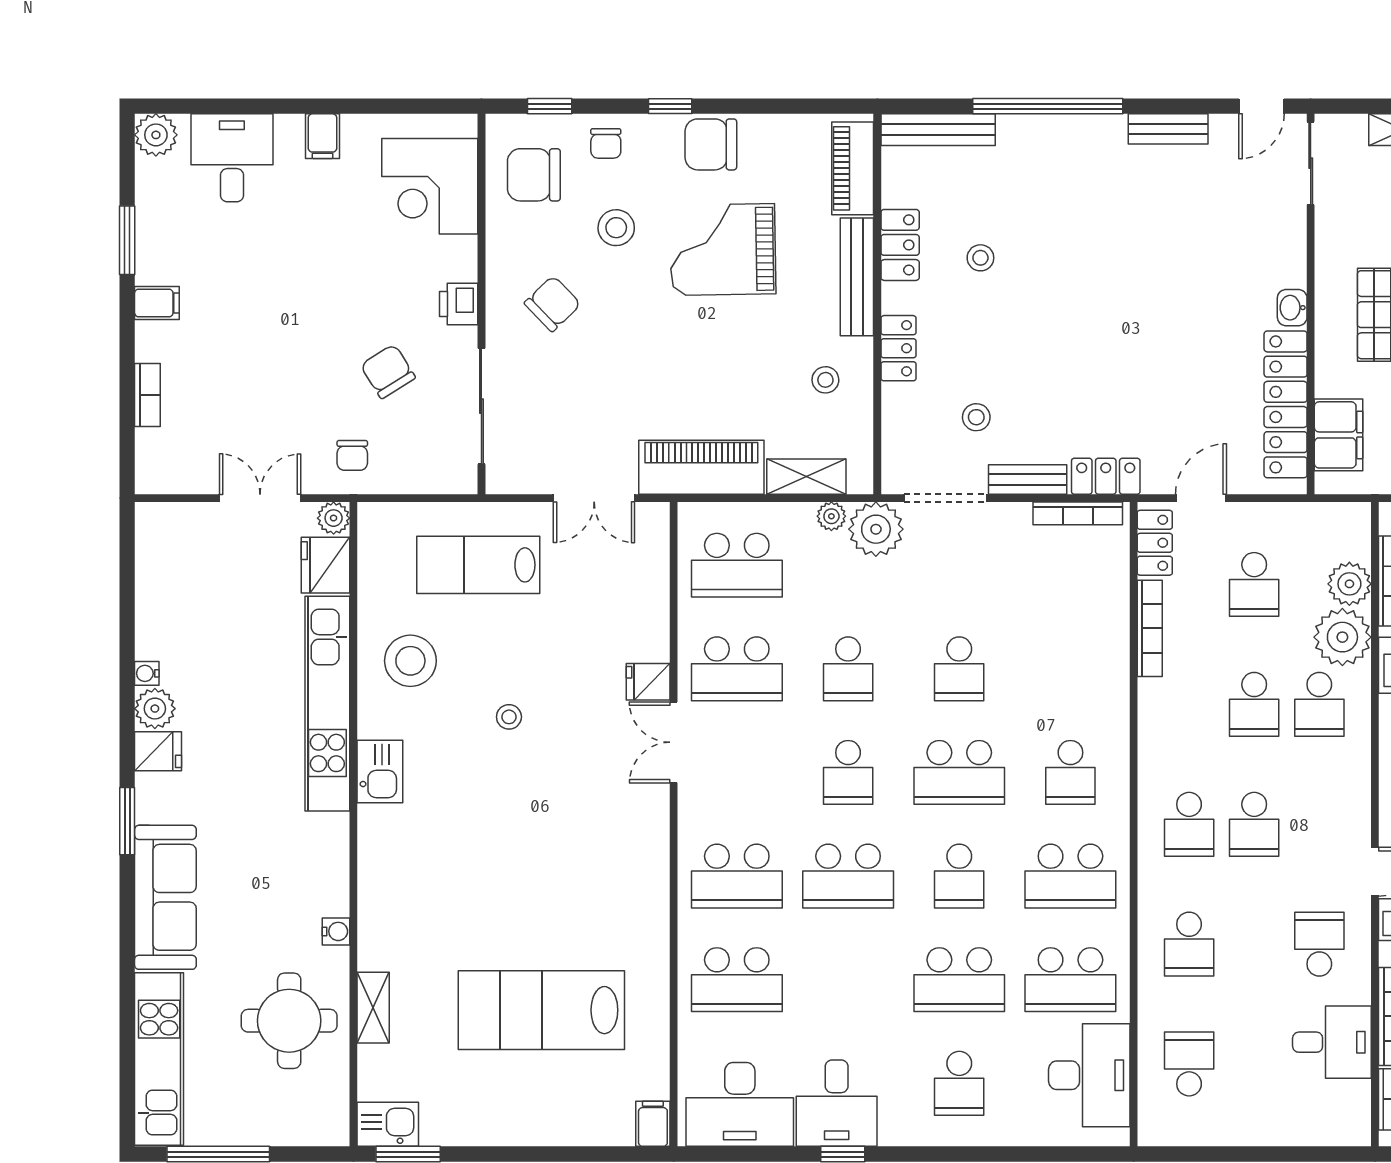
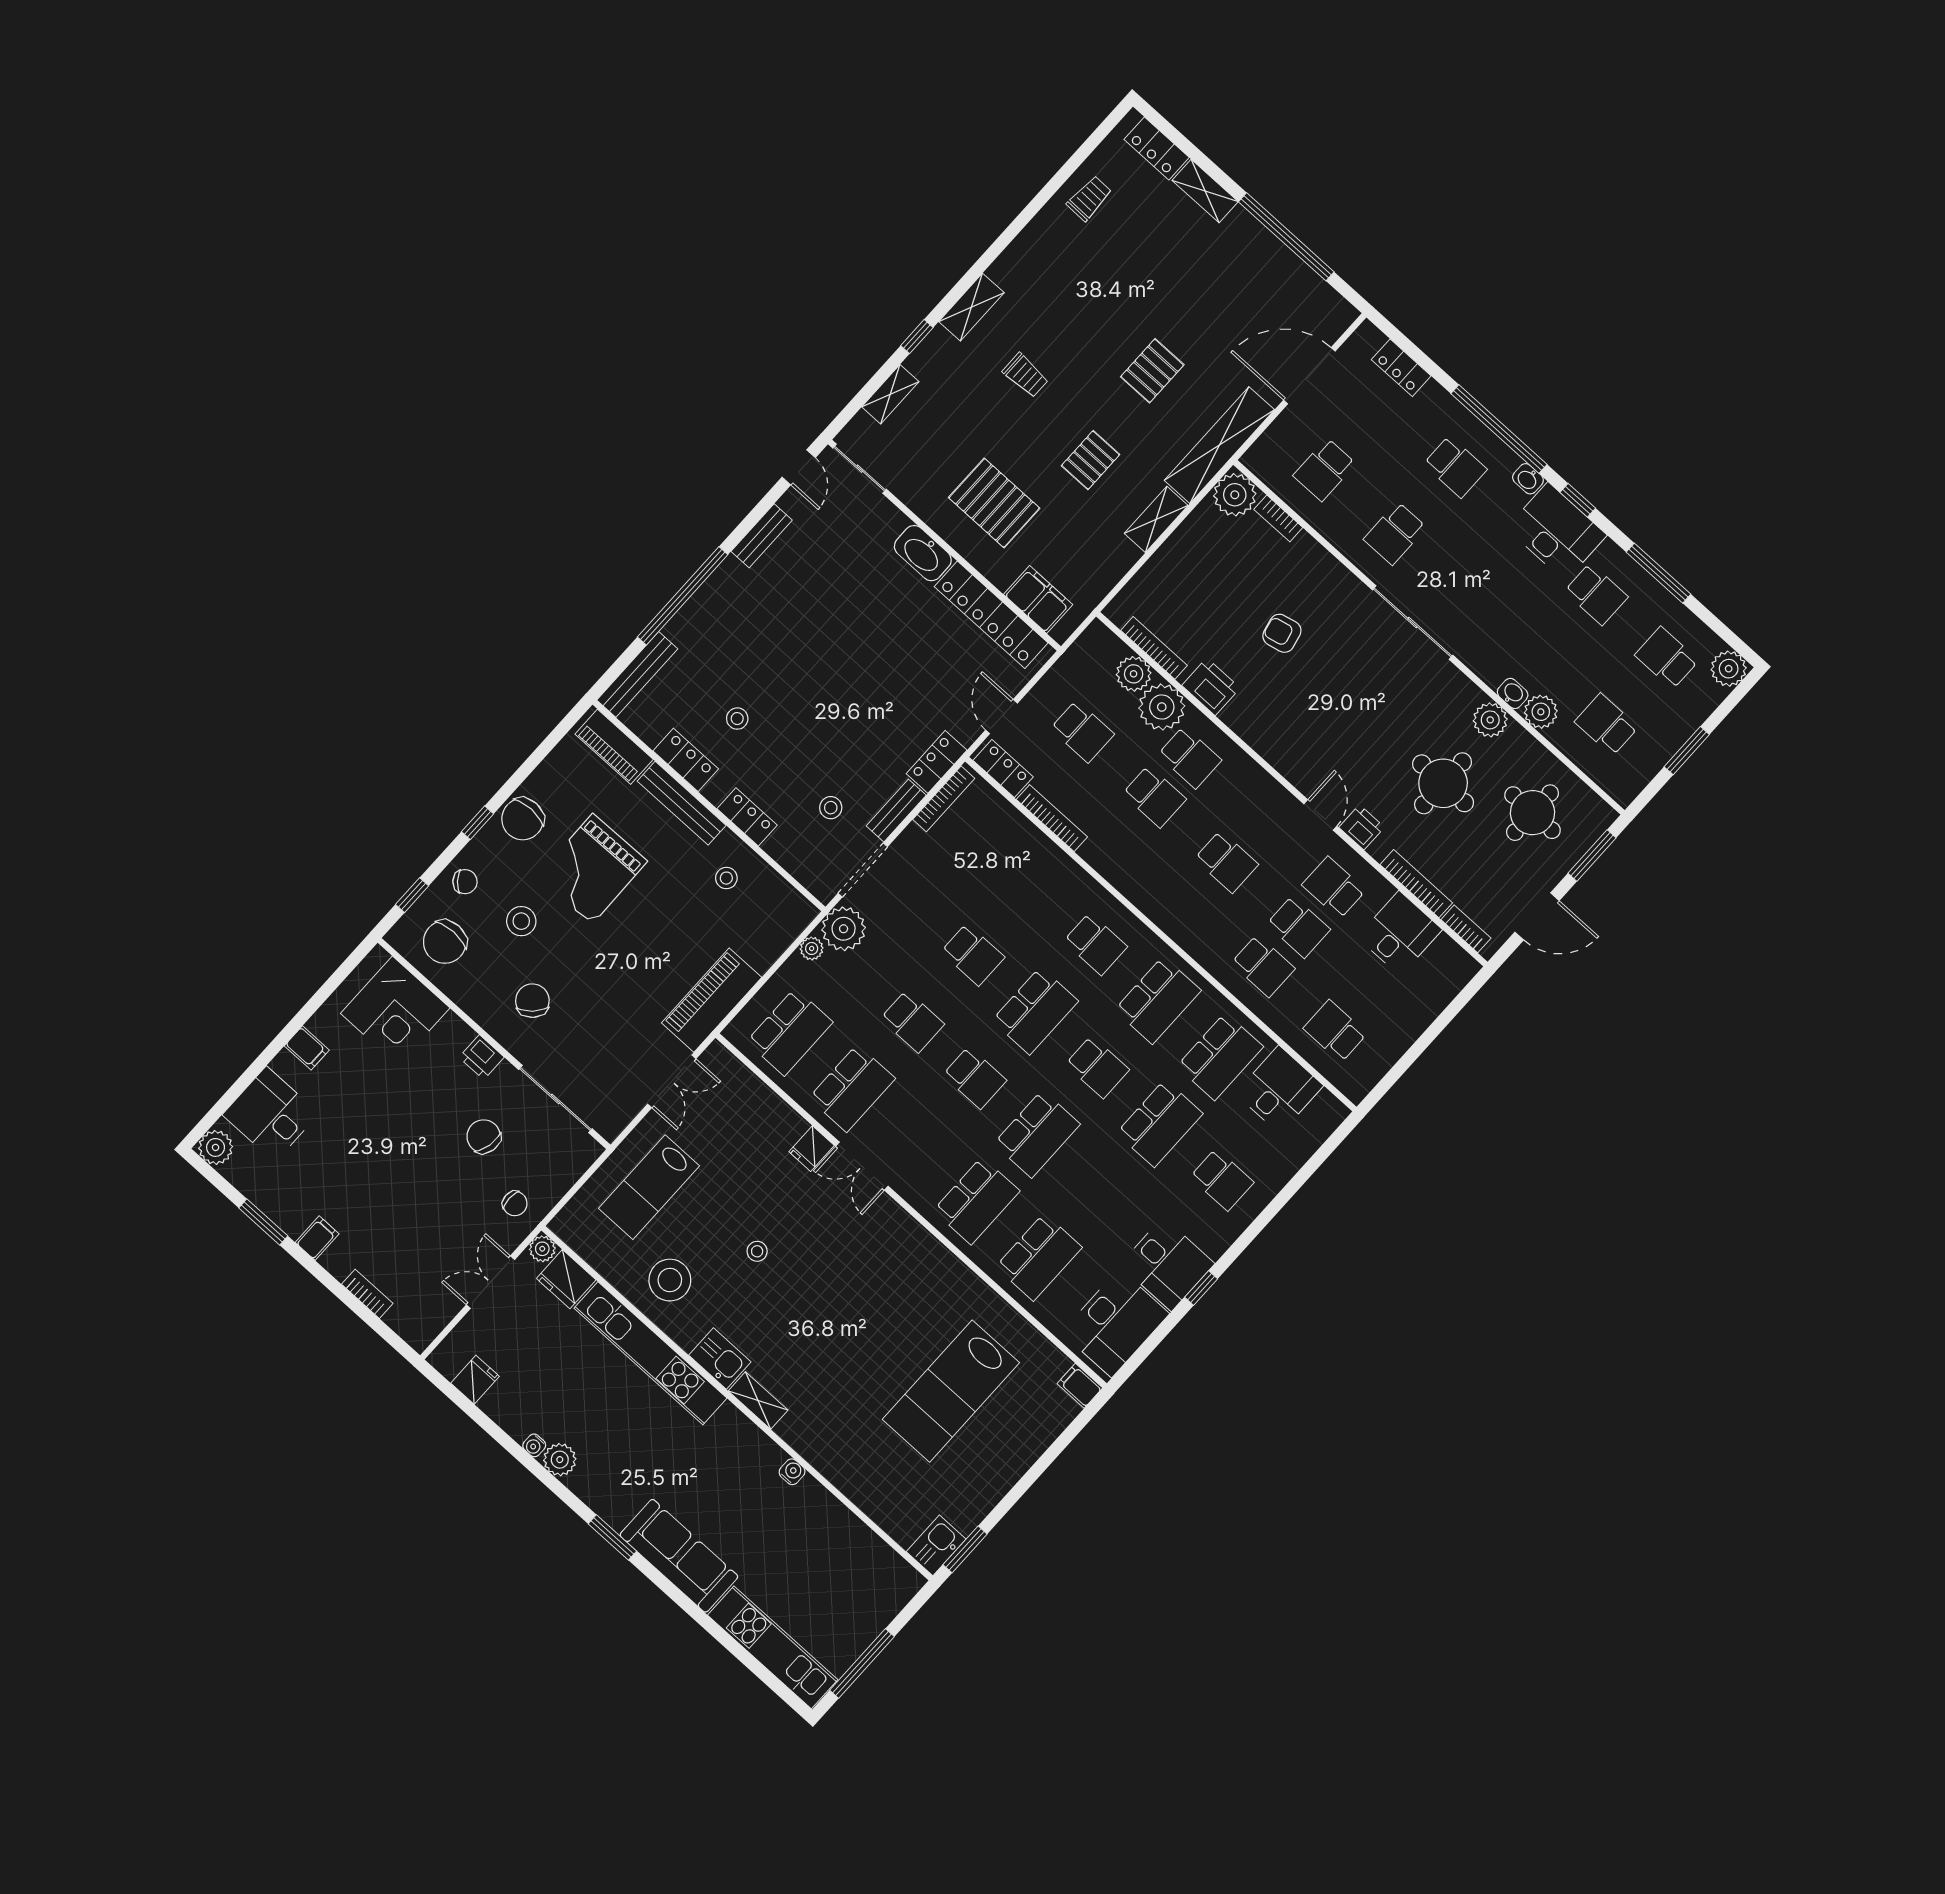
chair: (606, 143) -> (465, 882), turned -40
washbasin: (1292, 308) -> (923, 553), width x1.91, depth x1.45
chair: (388, 371) -> (484, 1136), turned 44
shelving: (806, 477) -> (774, 942), removed
fridge: (158, 751) -> (475, 1380), moved
school desk: (1189, 824) -> (1298, 927), moved
shelving: (373, 1008) -> (758, 1401), moved
round table: (289, 1021) -> (820, 1548), removed
desk: (1089, 1075) -> (1279, 1090), width x0.73

